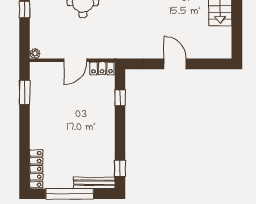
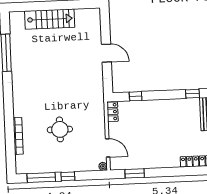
door: (75, 60) -> (108, 148), moved
door: (175, 64) -> (106, 53), swing flipped

